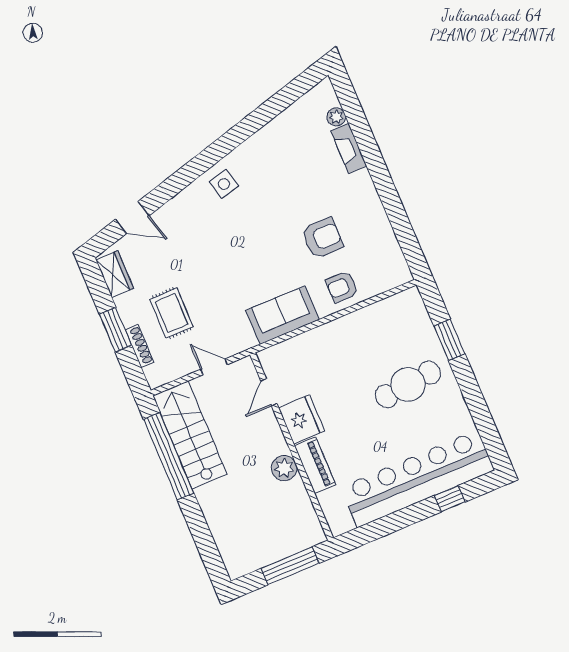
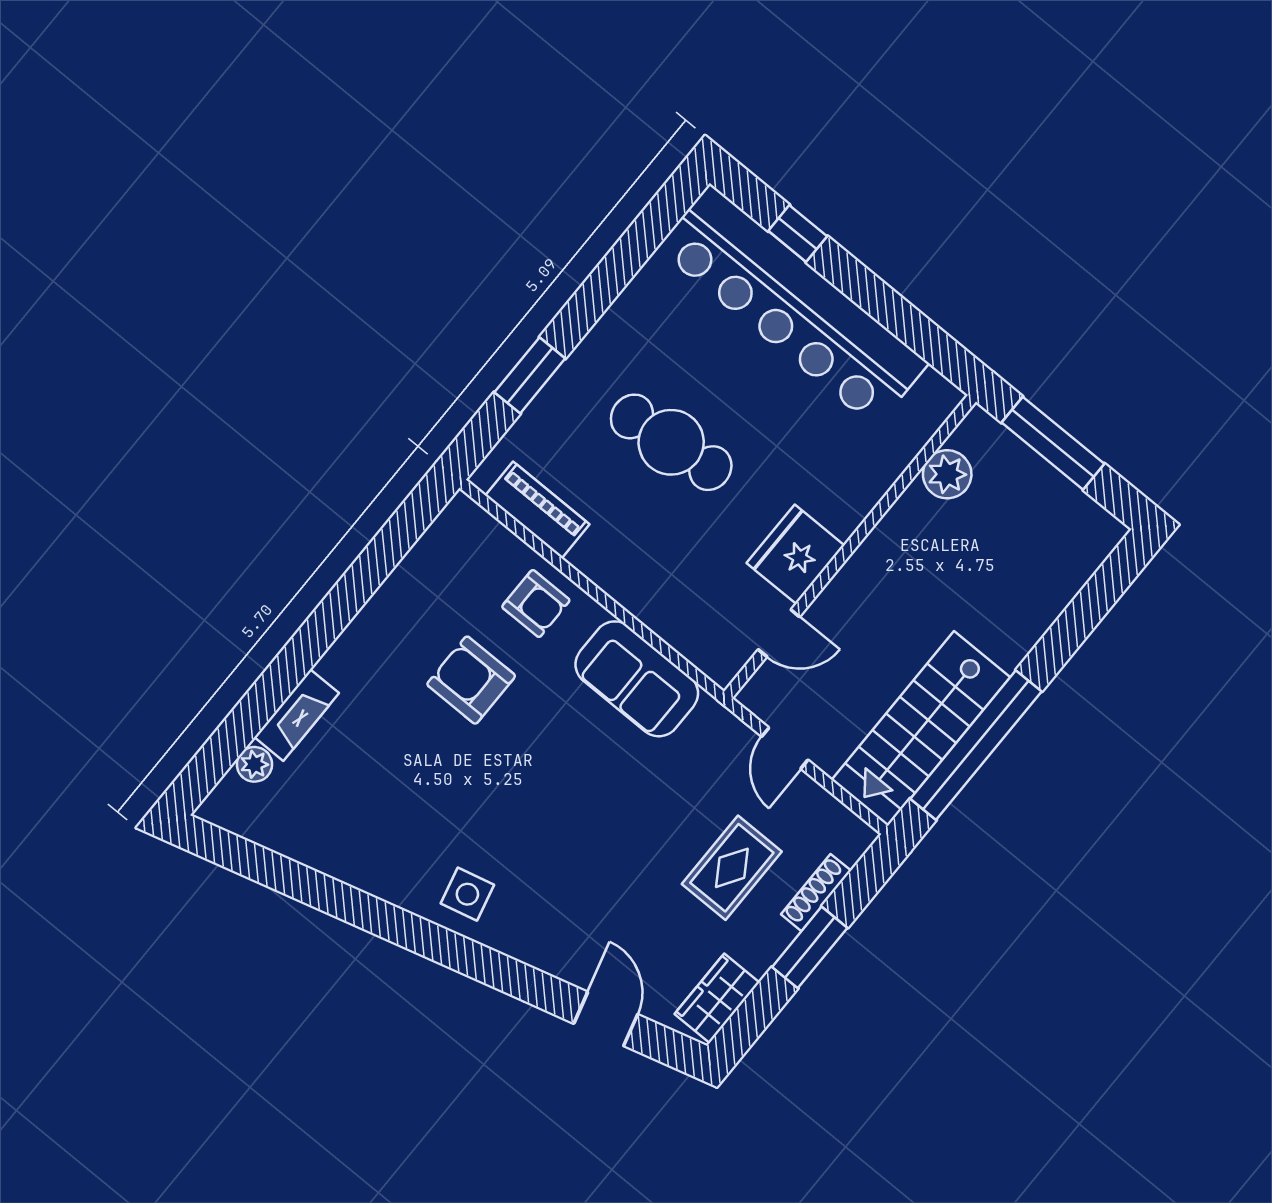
cafe table: (408, 384) -> (671, 442), moved
piano: (315, 465) -> (537, 510), moved, turned 90
plant: (284, 468) -> (947, 474), moved

